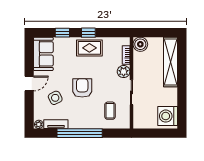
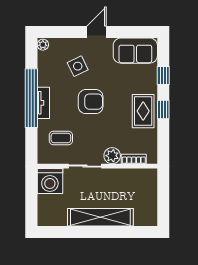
boiler: (140, 44) -> (148, 178), removed
shelving: (170, 62) -> (100, 217), moved
door: (29, 84) -> (96, 32), swing flipped
washing machine: (168, 116) -> (50, 181), moved, turned 180
tv unit: (56, 124) -> (43, 103), moved

